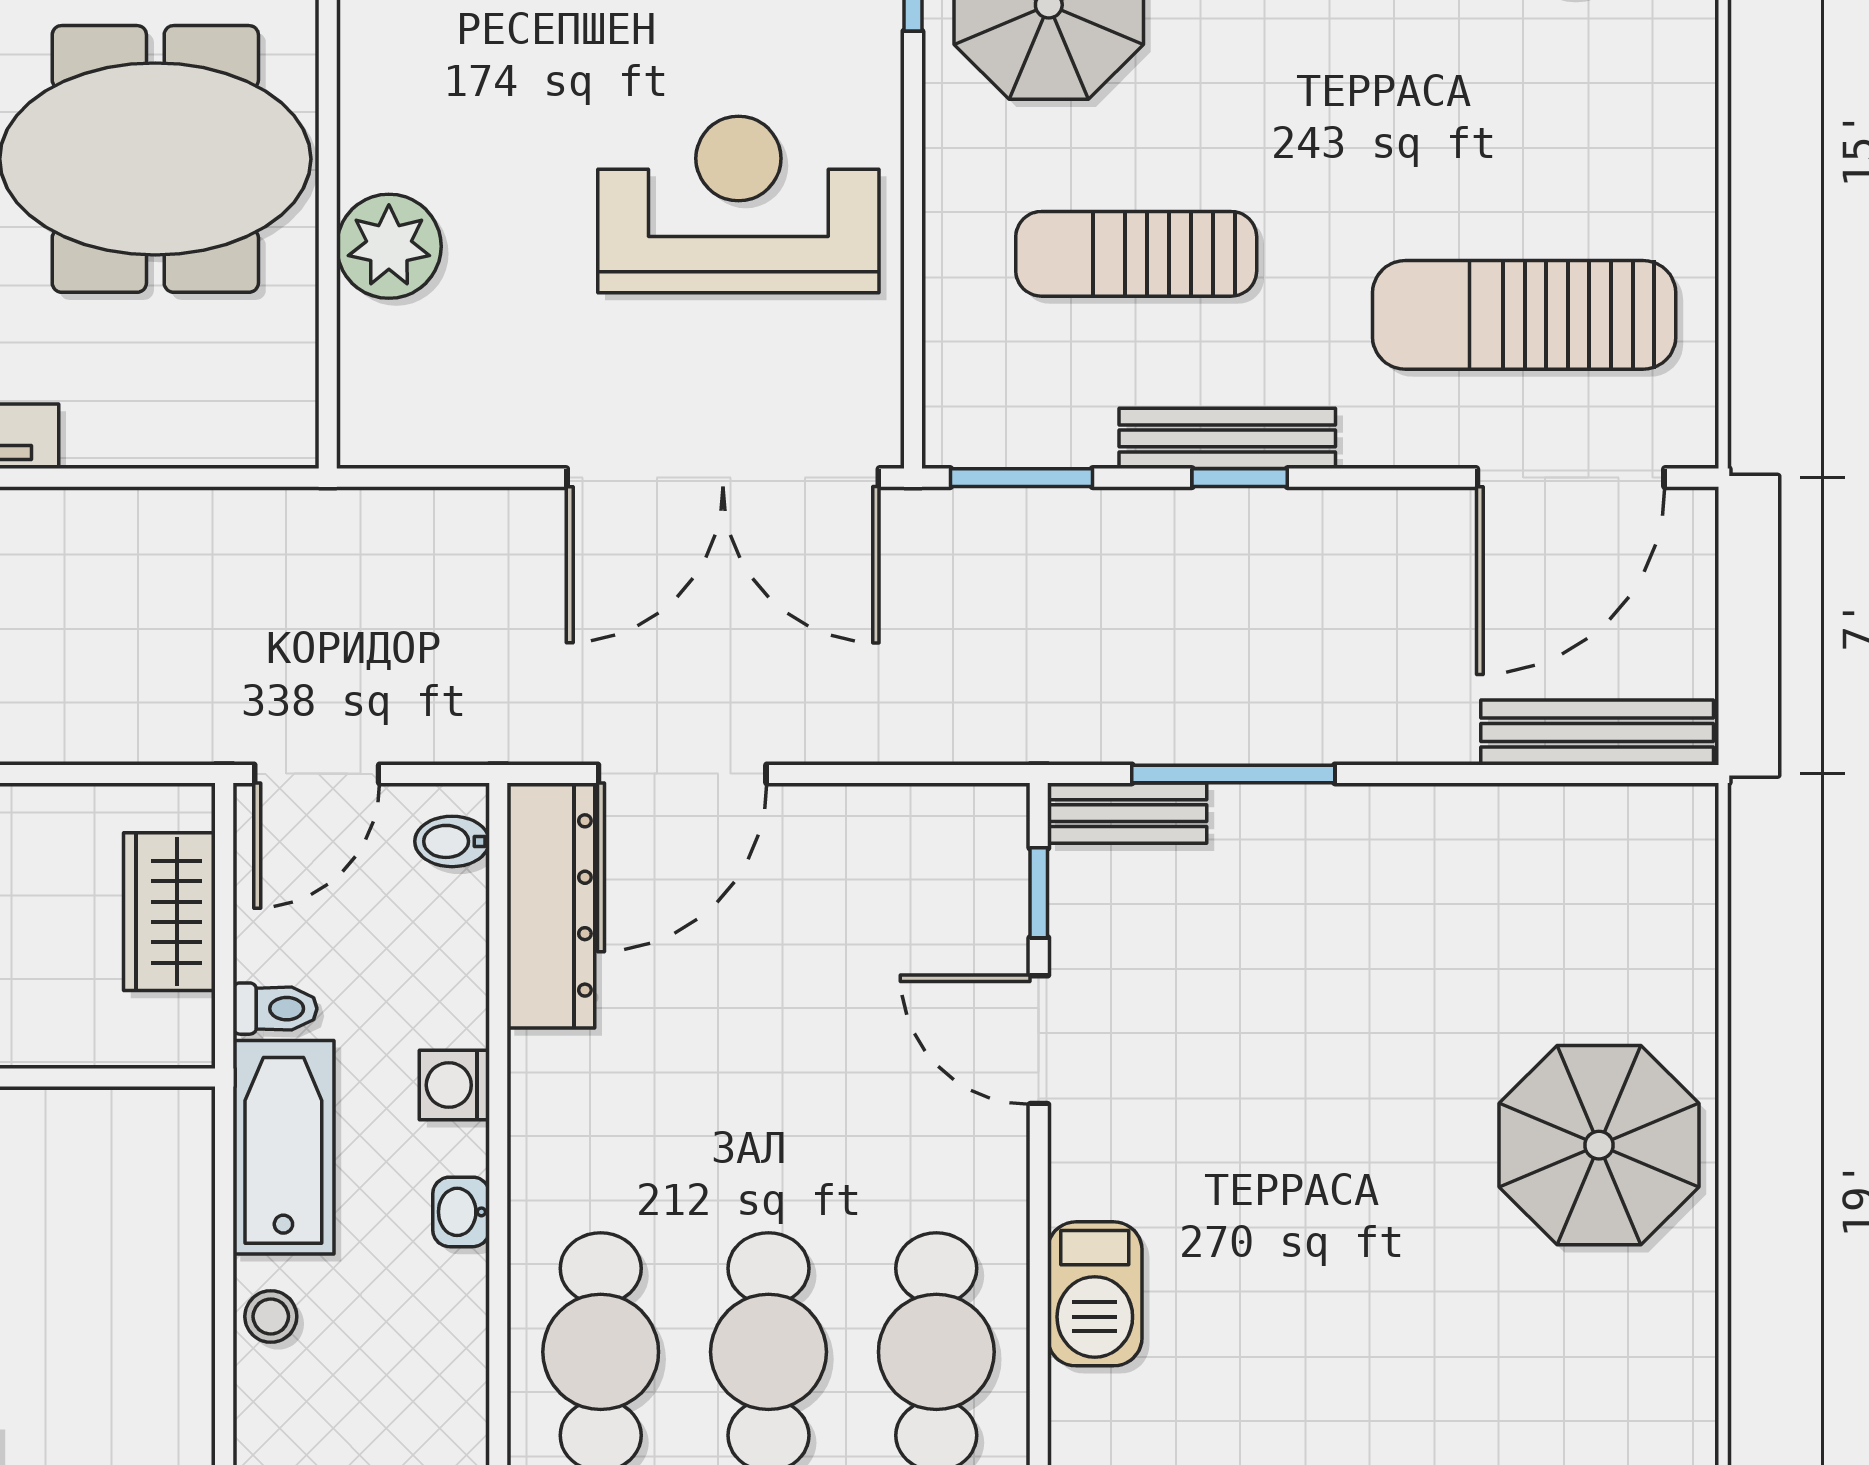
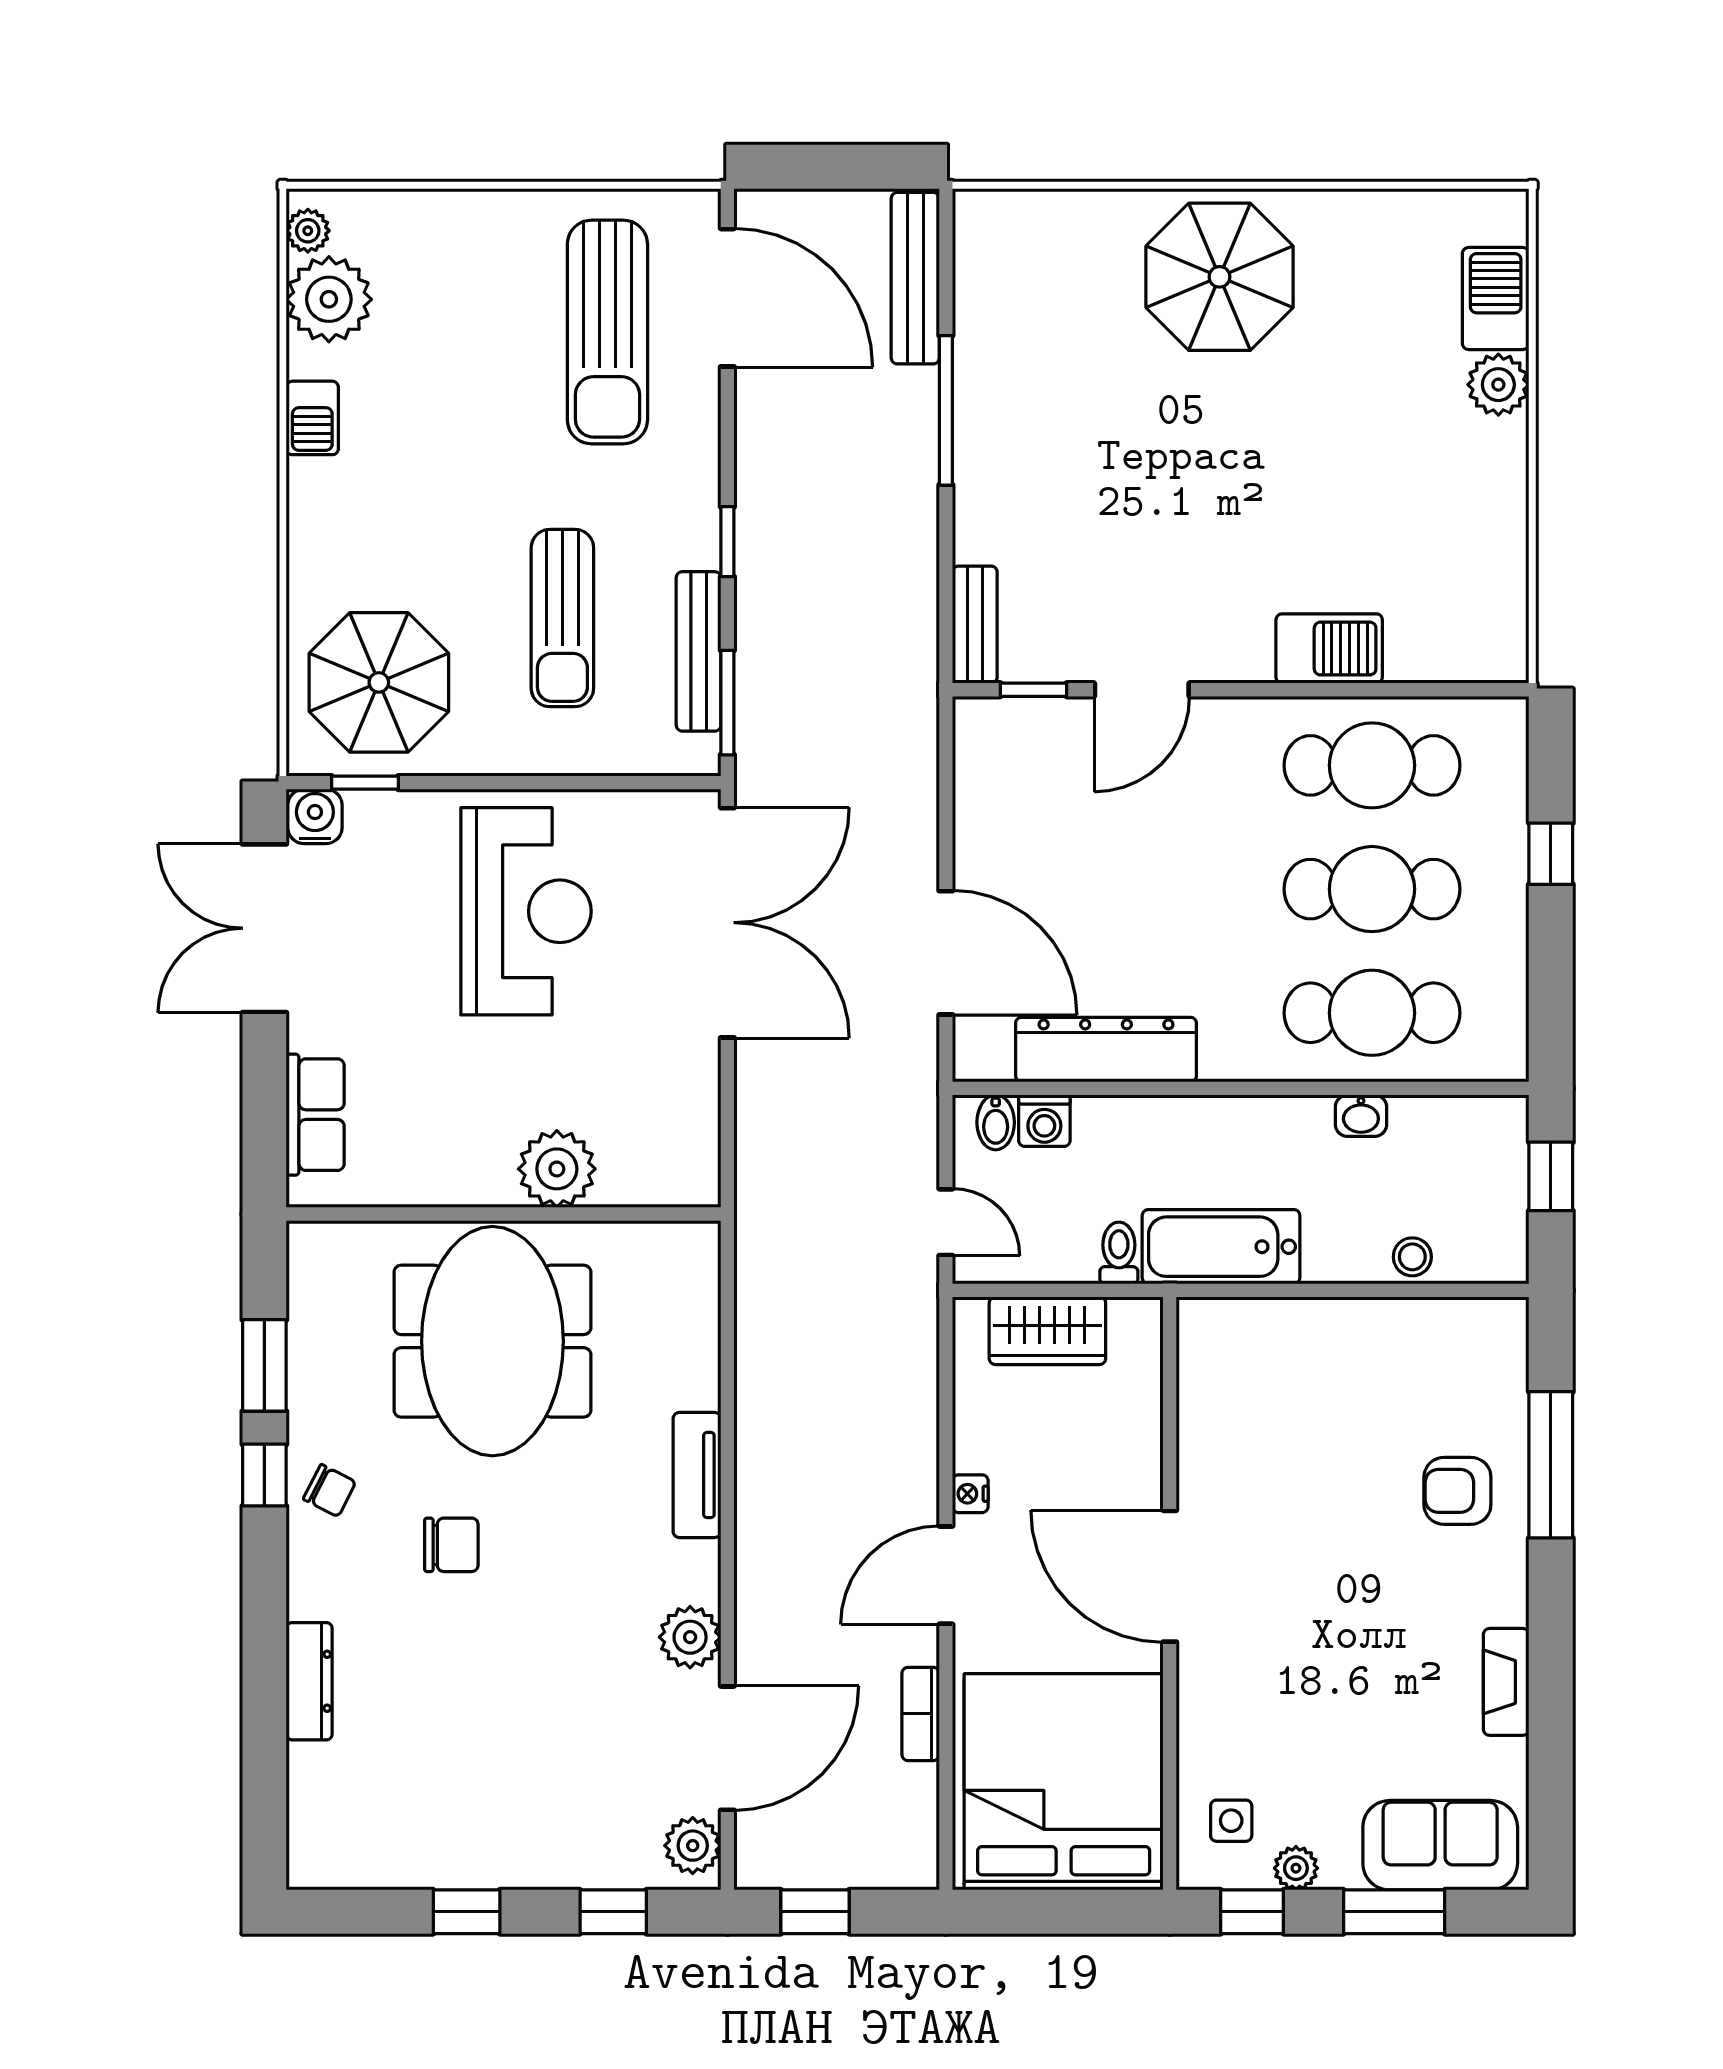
reception desk: (738, 204) -> (526, 911), turned 180
bench: (1227, 438) -> (699, 651), moved
door: (317, 774) -> (946, 1222), width x0.73
window: (1233, 774) -> (946, 410), moved
dresser: (551, 905) -> (1106, 1050), moved
washing machine: (454, 1085) -> (1044, 1121), moved
washbasin: (461, 1212) -> (1361, 1116), moved
stool: (271, 1316) -> (1412, 1257), moved

